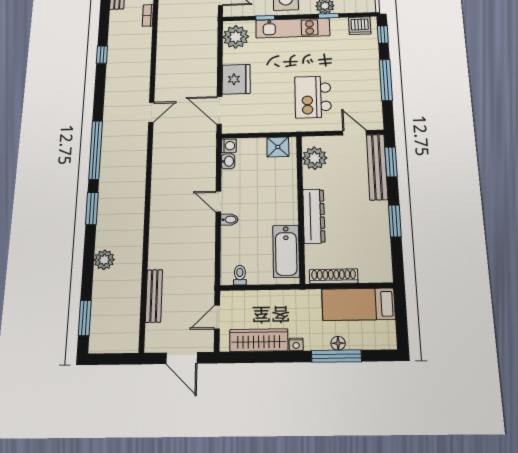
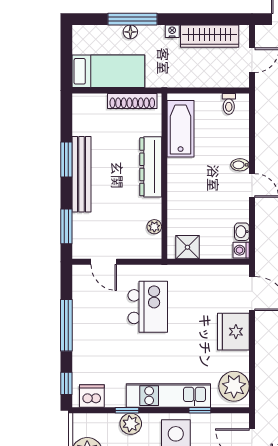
plant: (315, 158) -> (154, 227), width x0.53, depth x0.53
bench: (377, 167) -> (81, 174), moved

